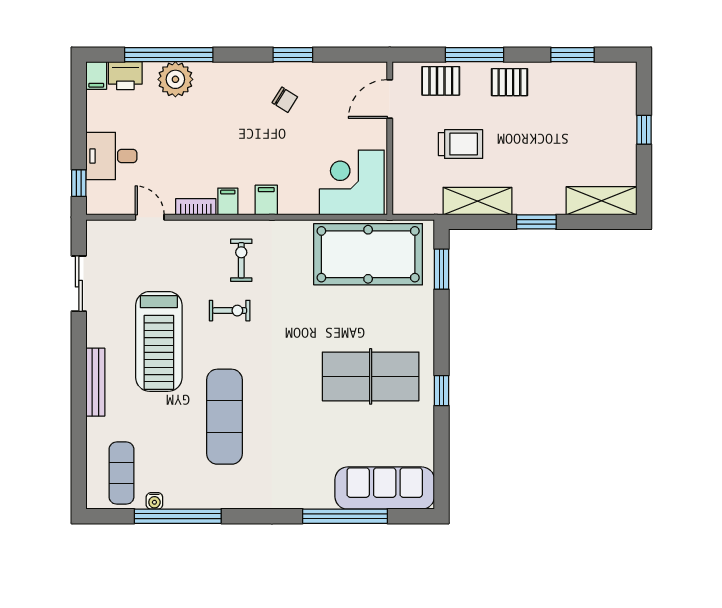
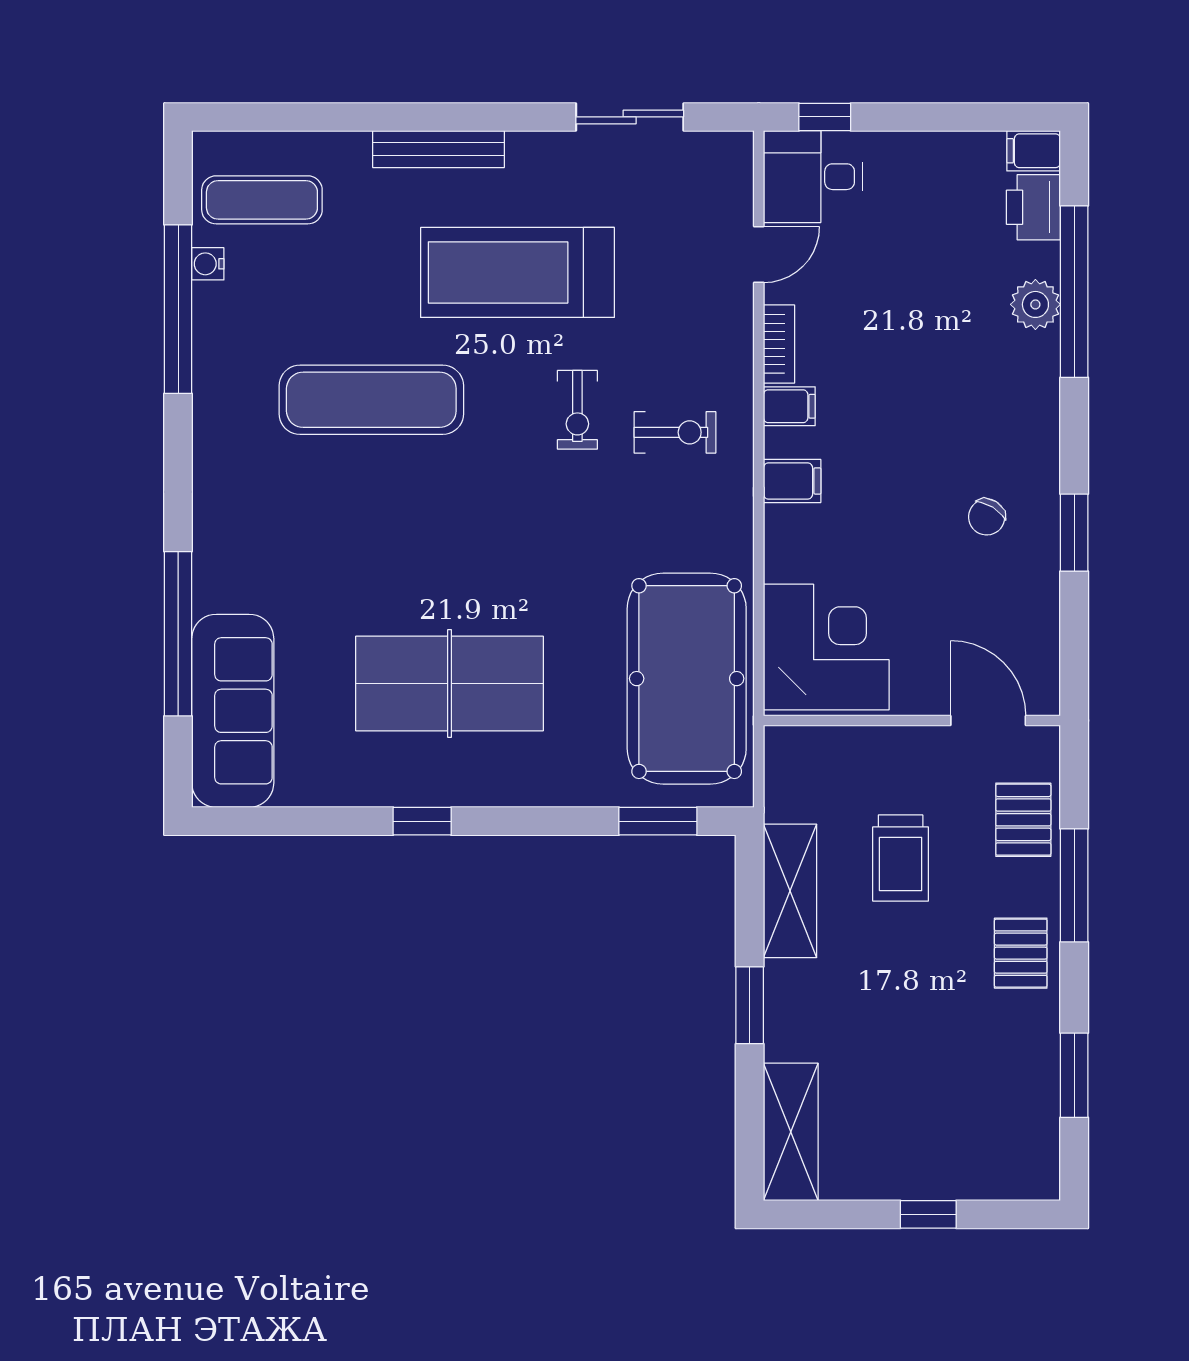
plant: (175, 79) -> (1035, 304), width x0.73, depth x0.73
desk: (111, 156) -> (813, 177), moved, turned -90
table tennis table: (371, 376) -> (450, 684), turned 90

